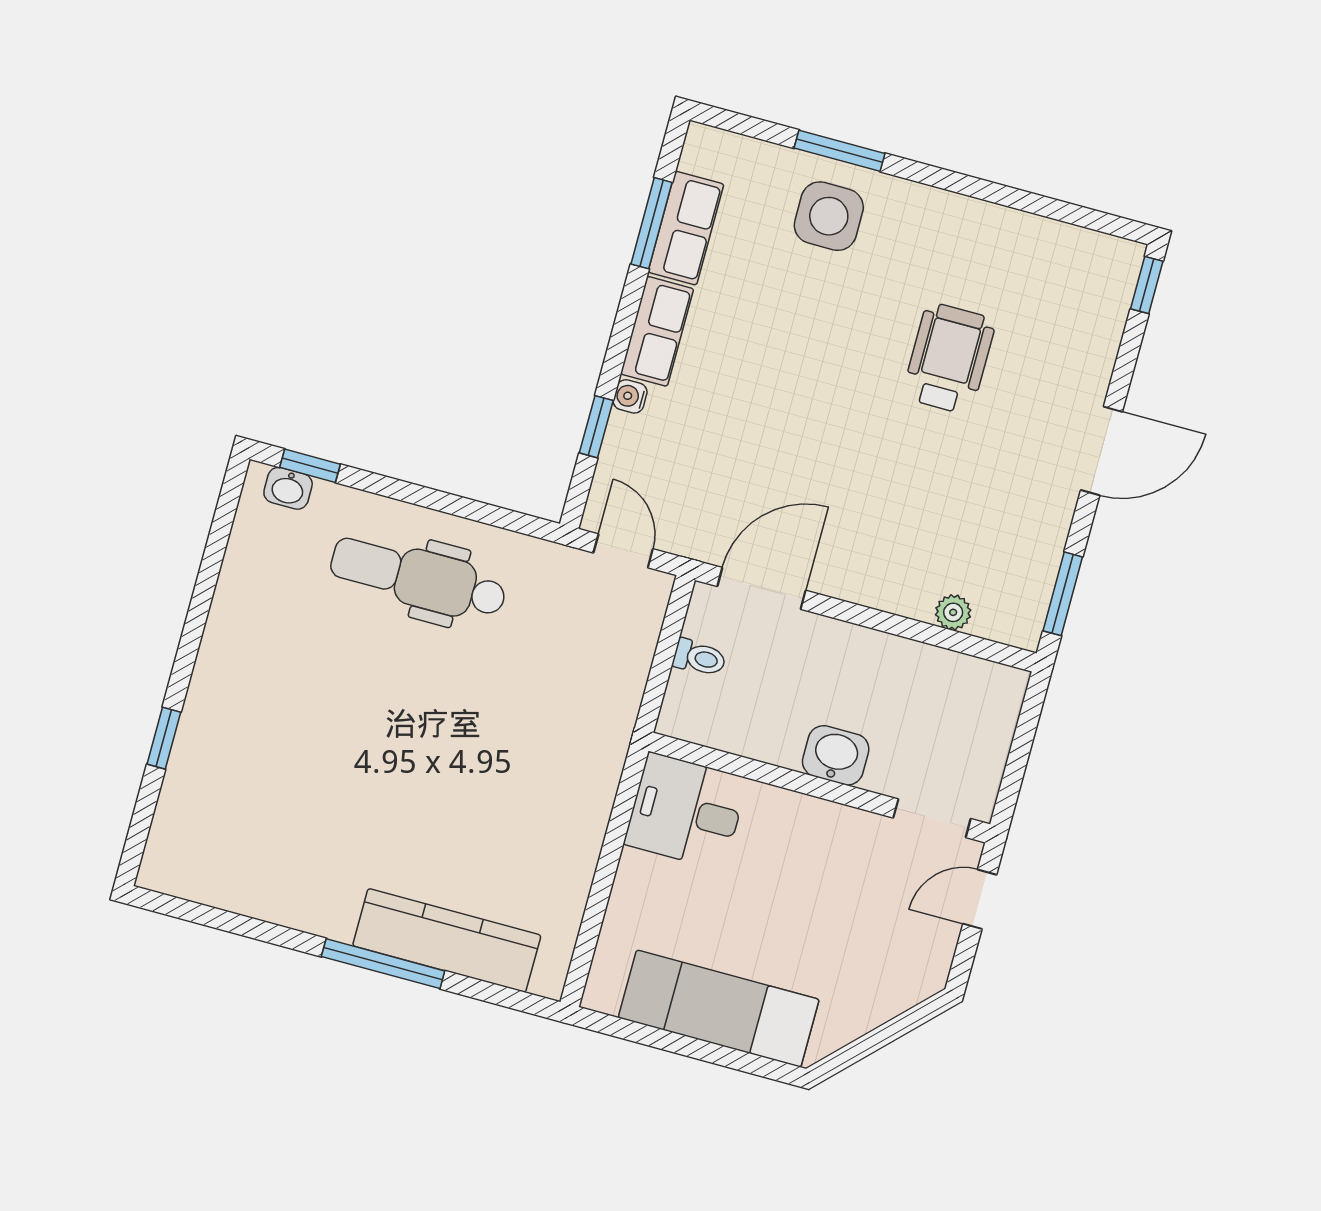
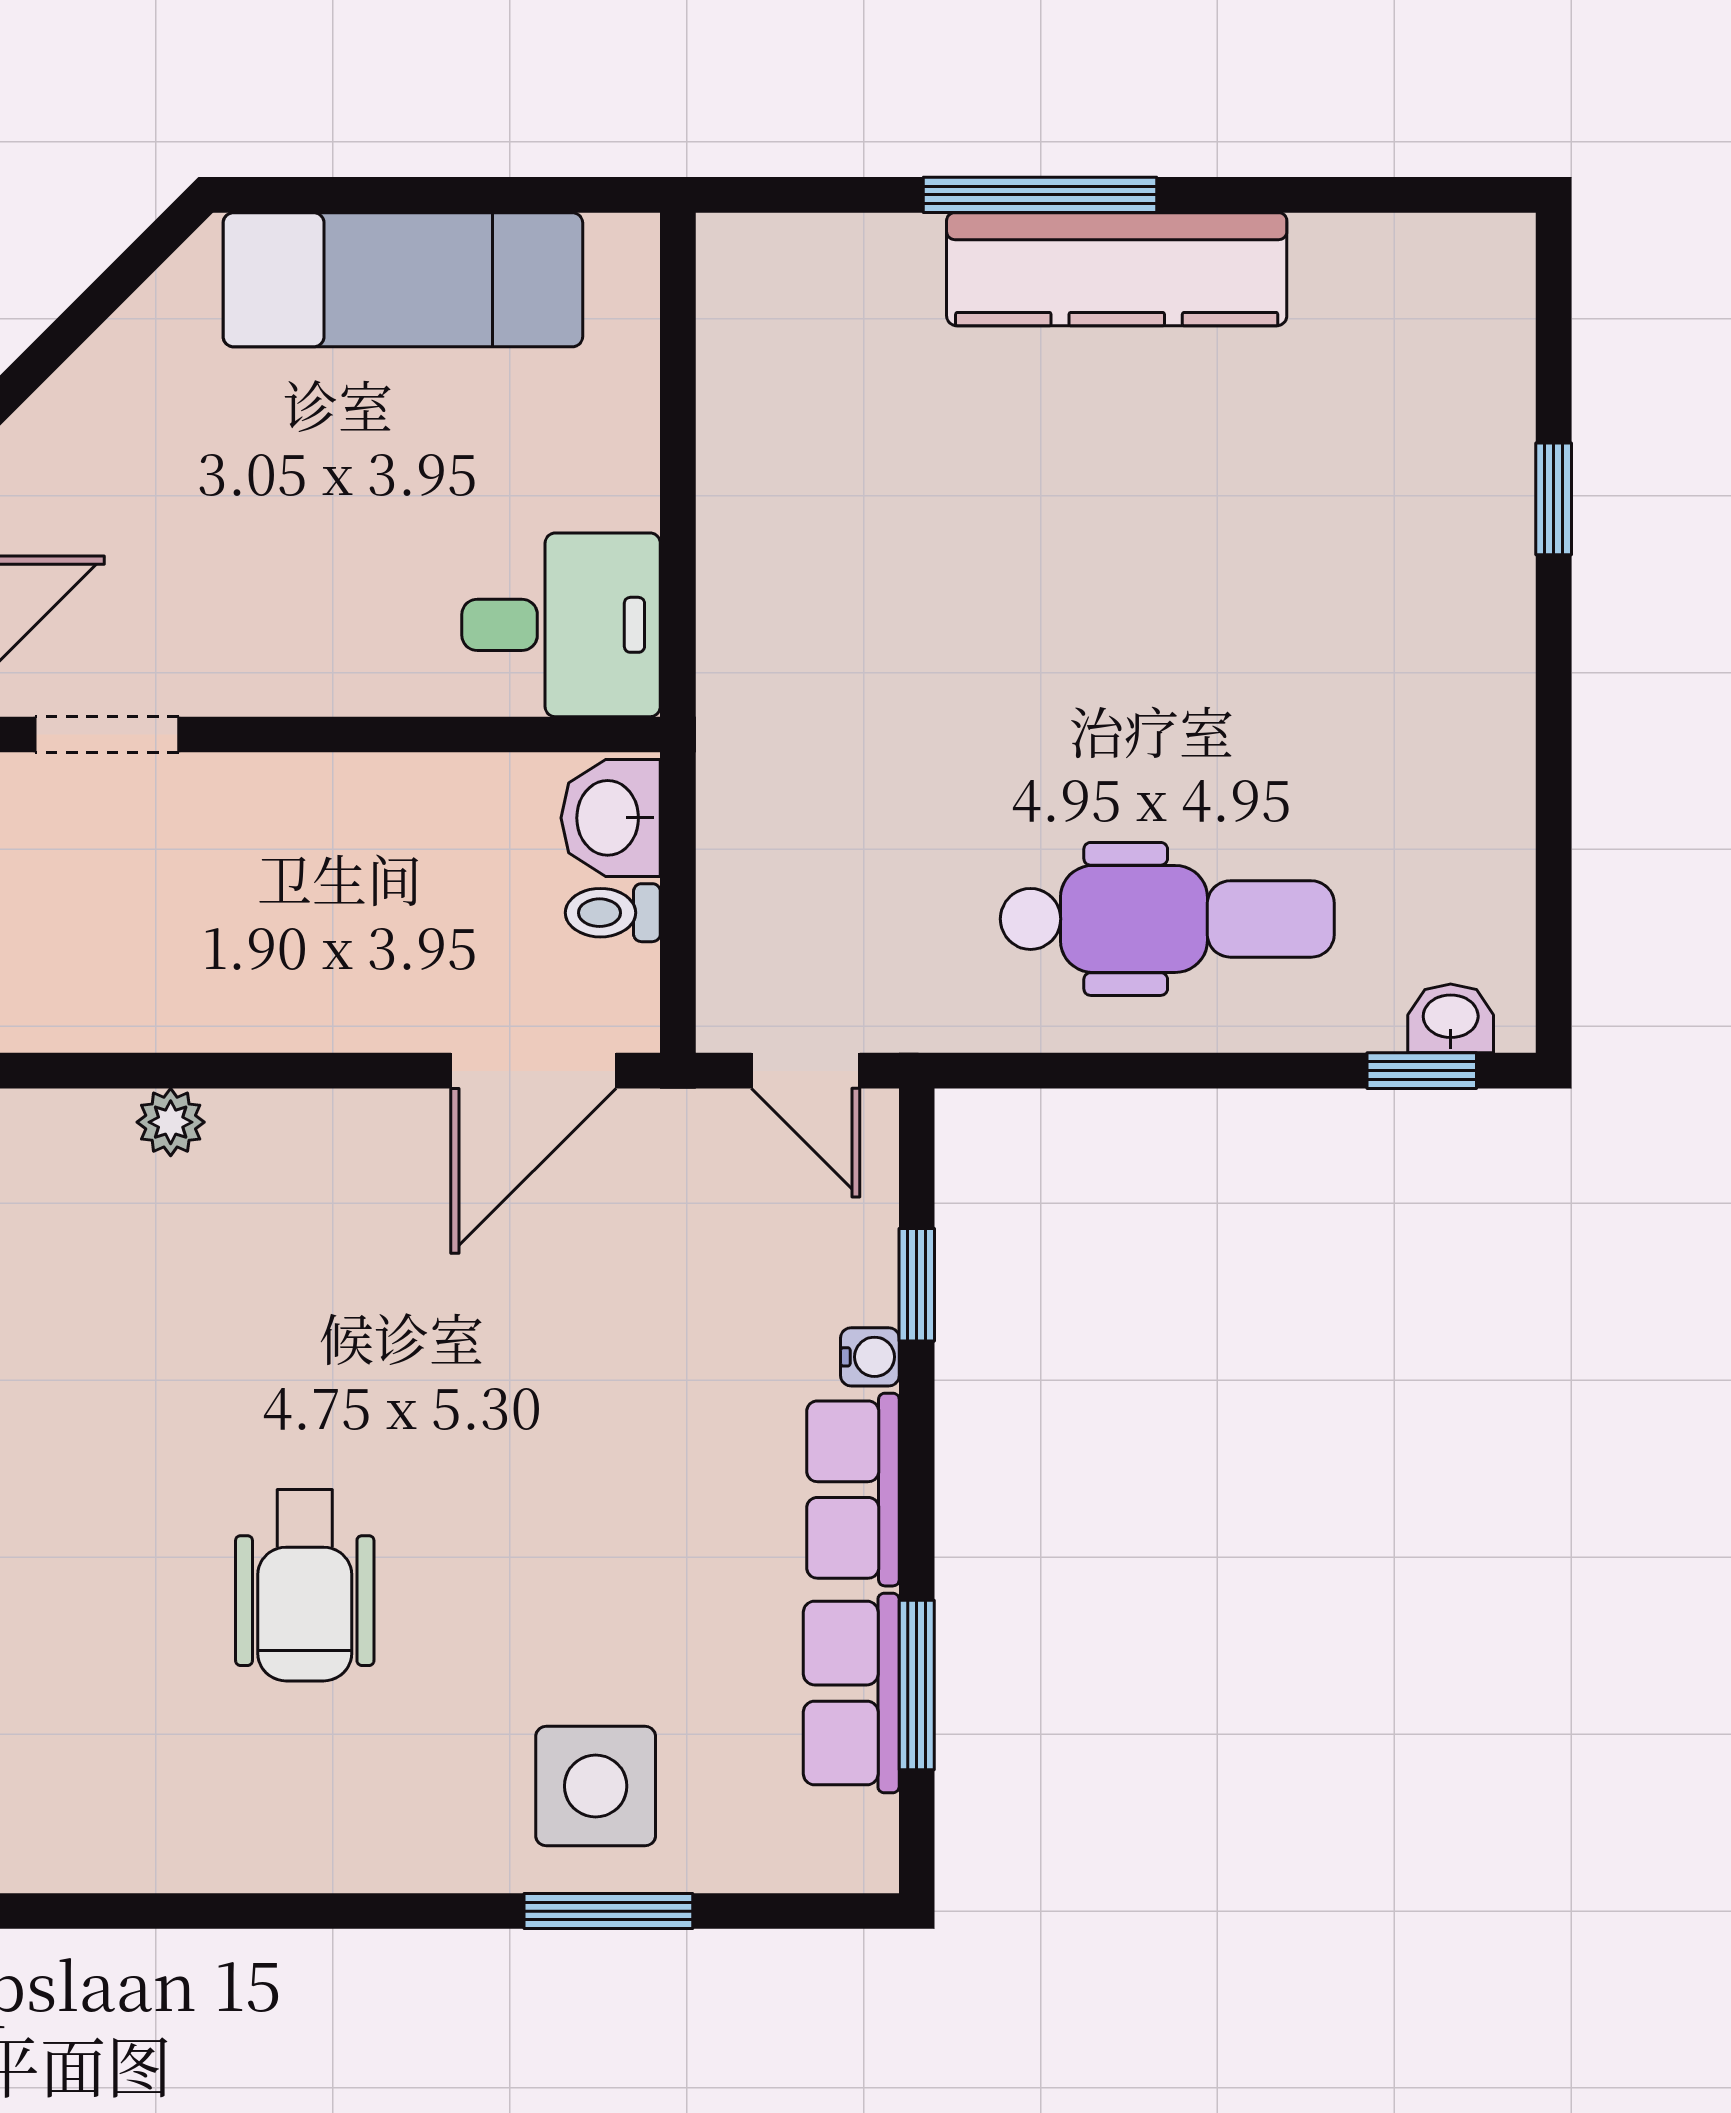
washbasin: (836, 755) -> (611, 818), moved, turned 90
kitchen counter: (447, 940) -> (1117, 269), moved

